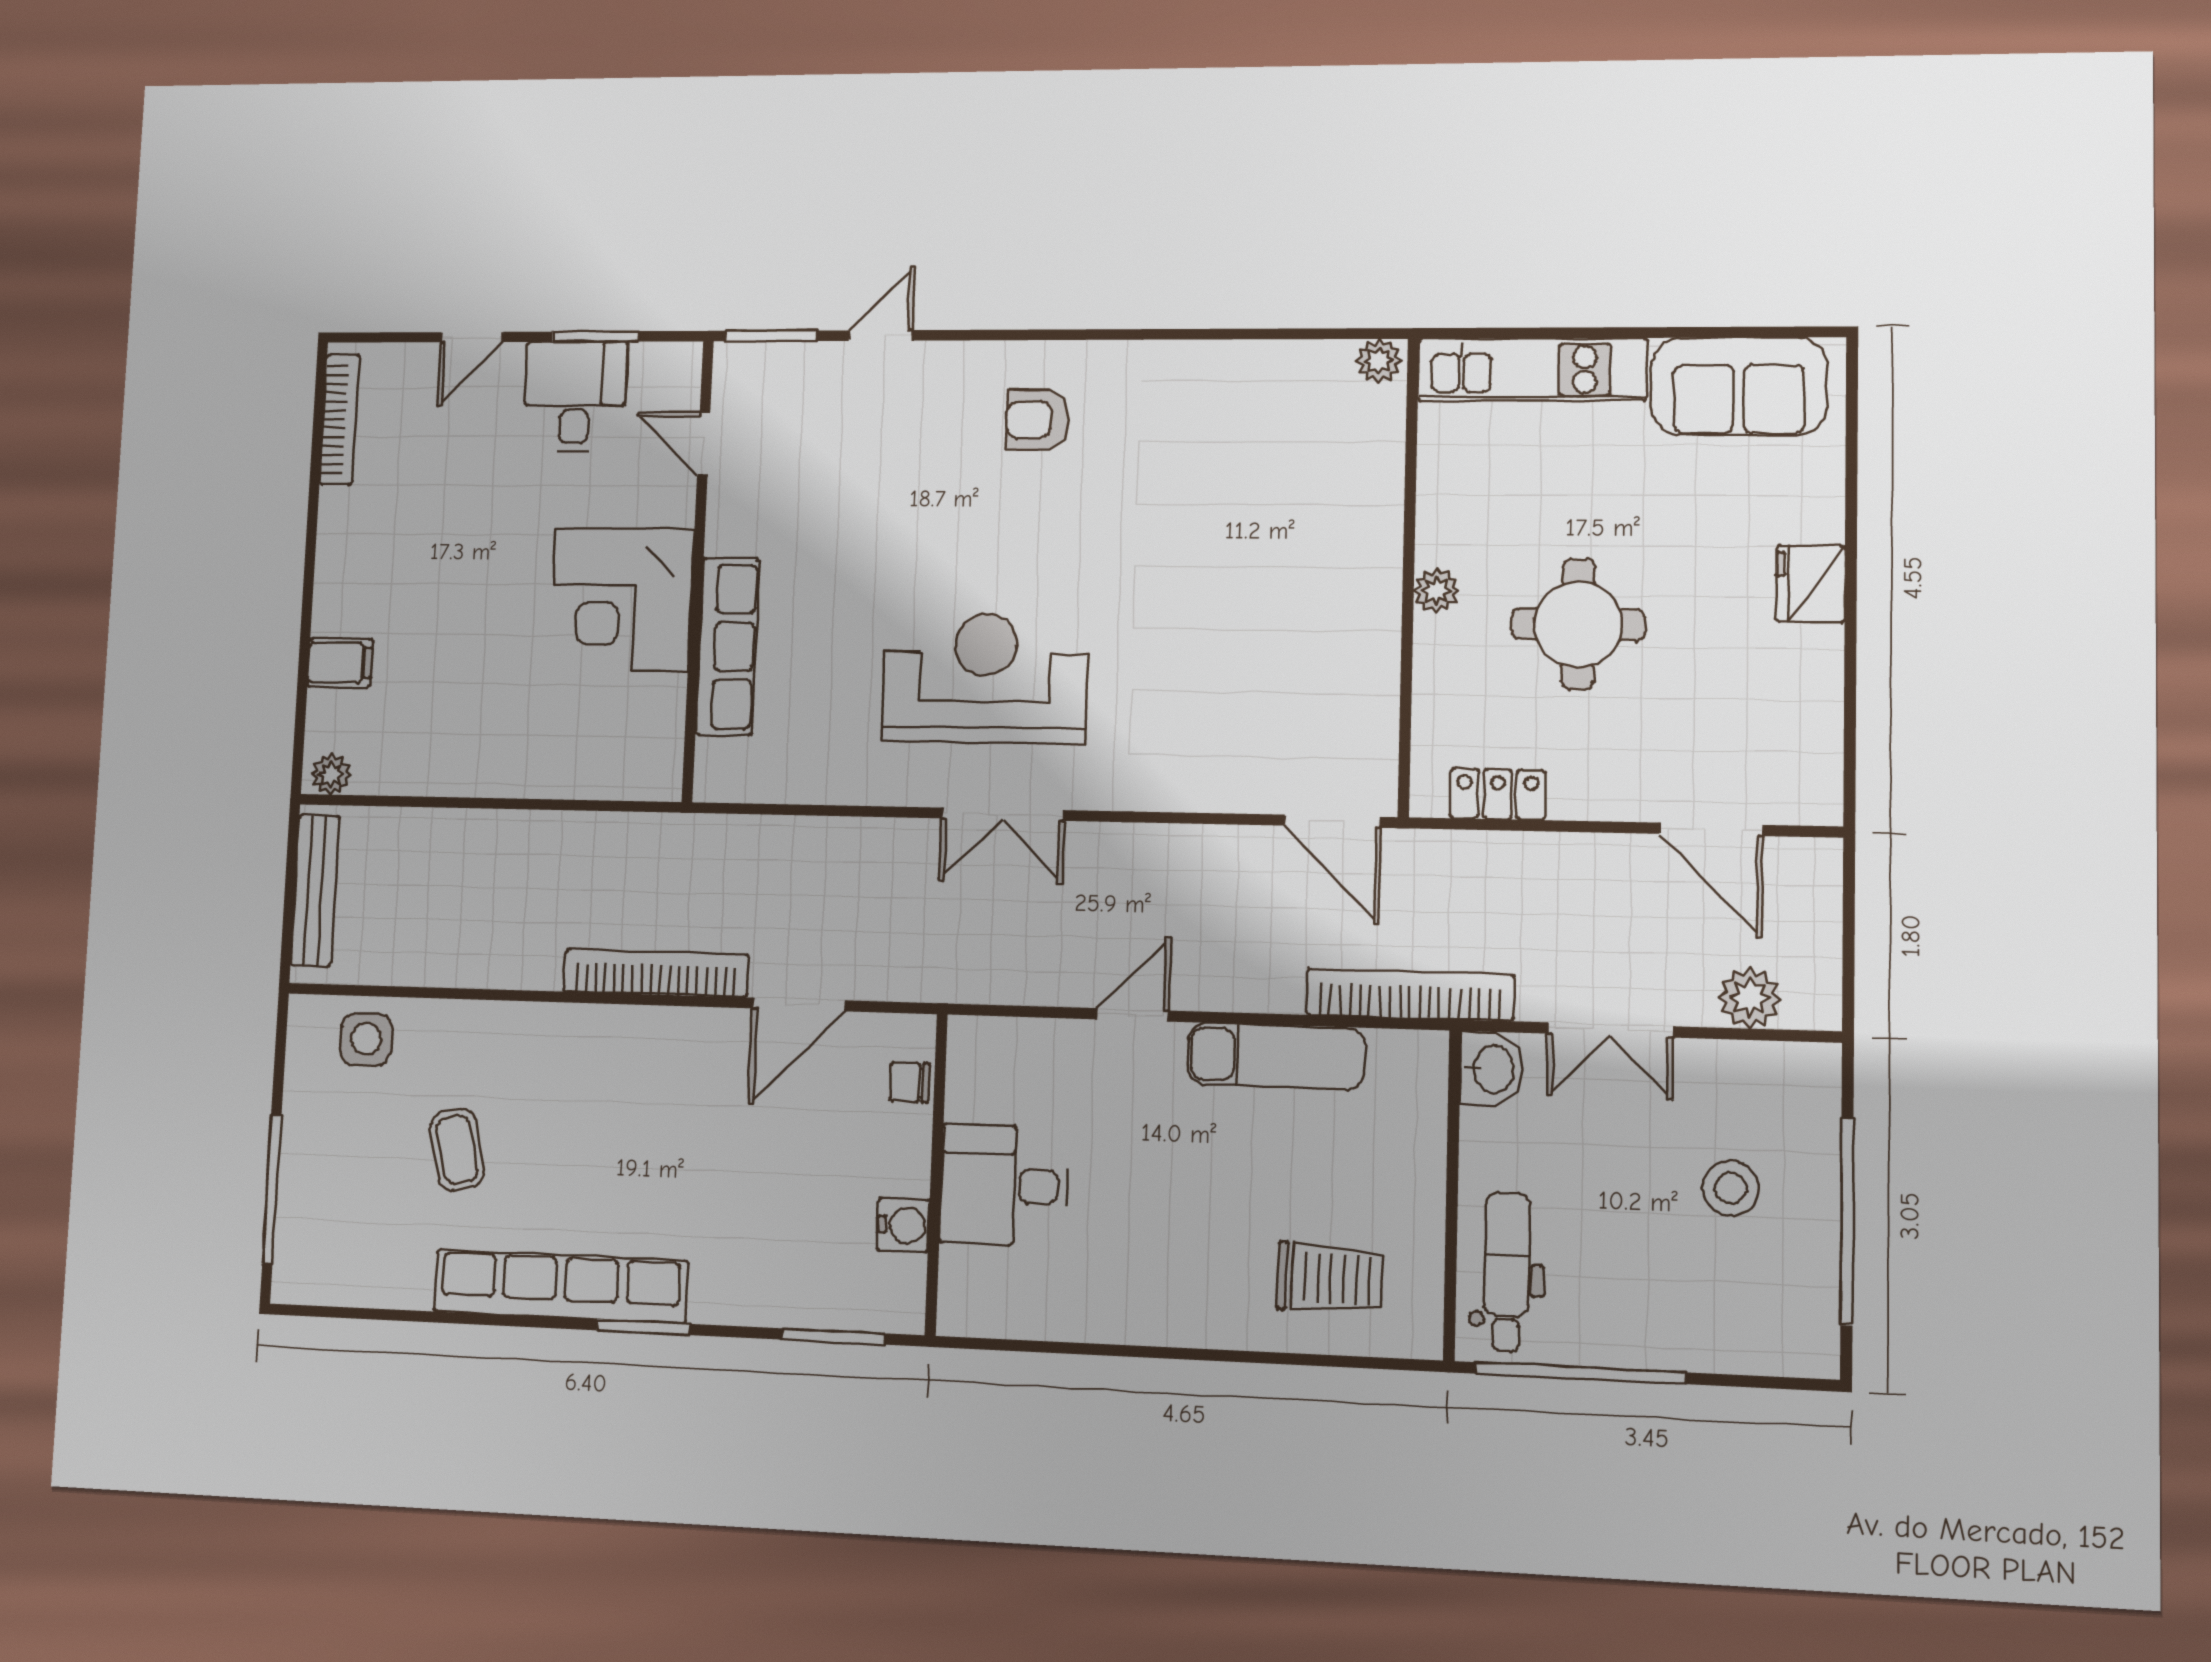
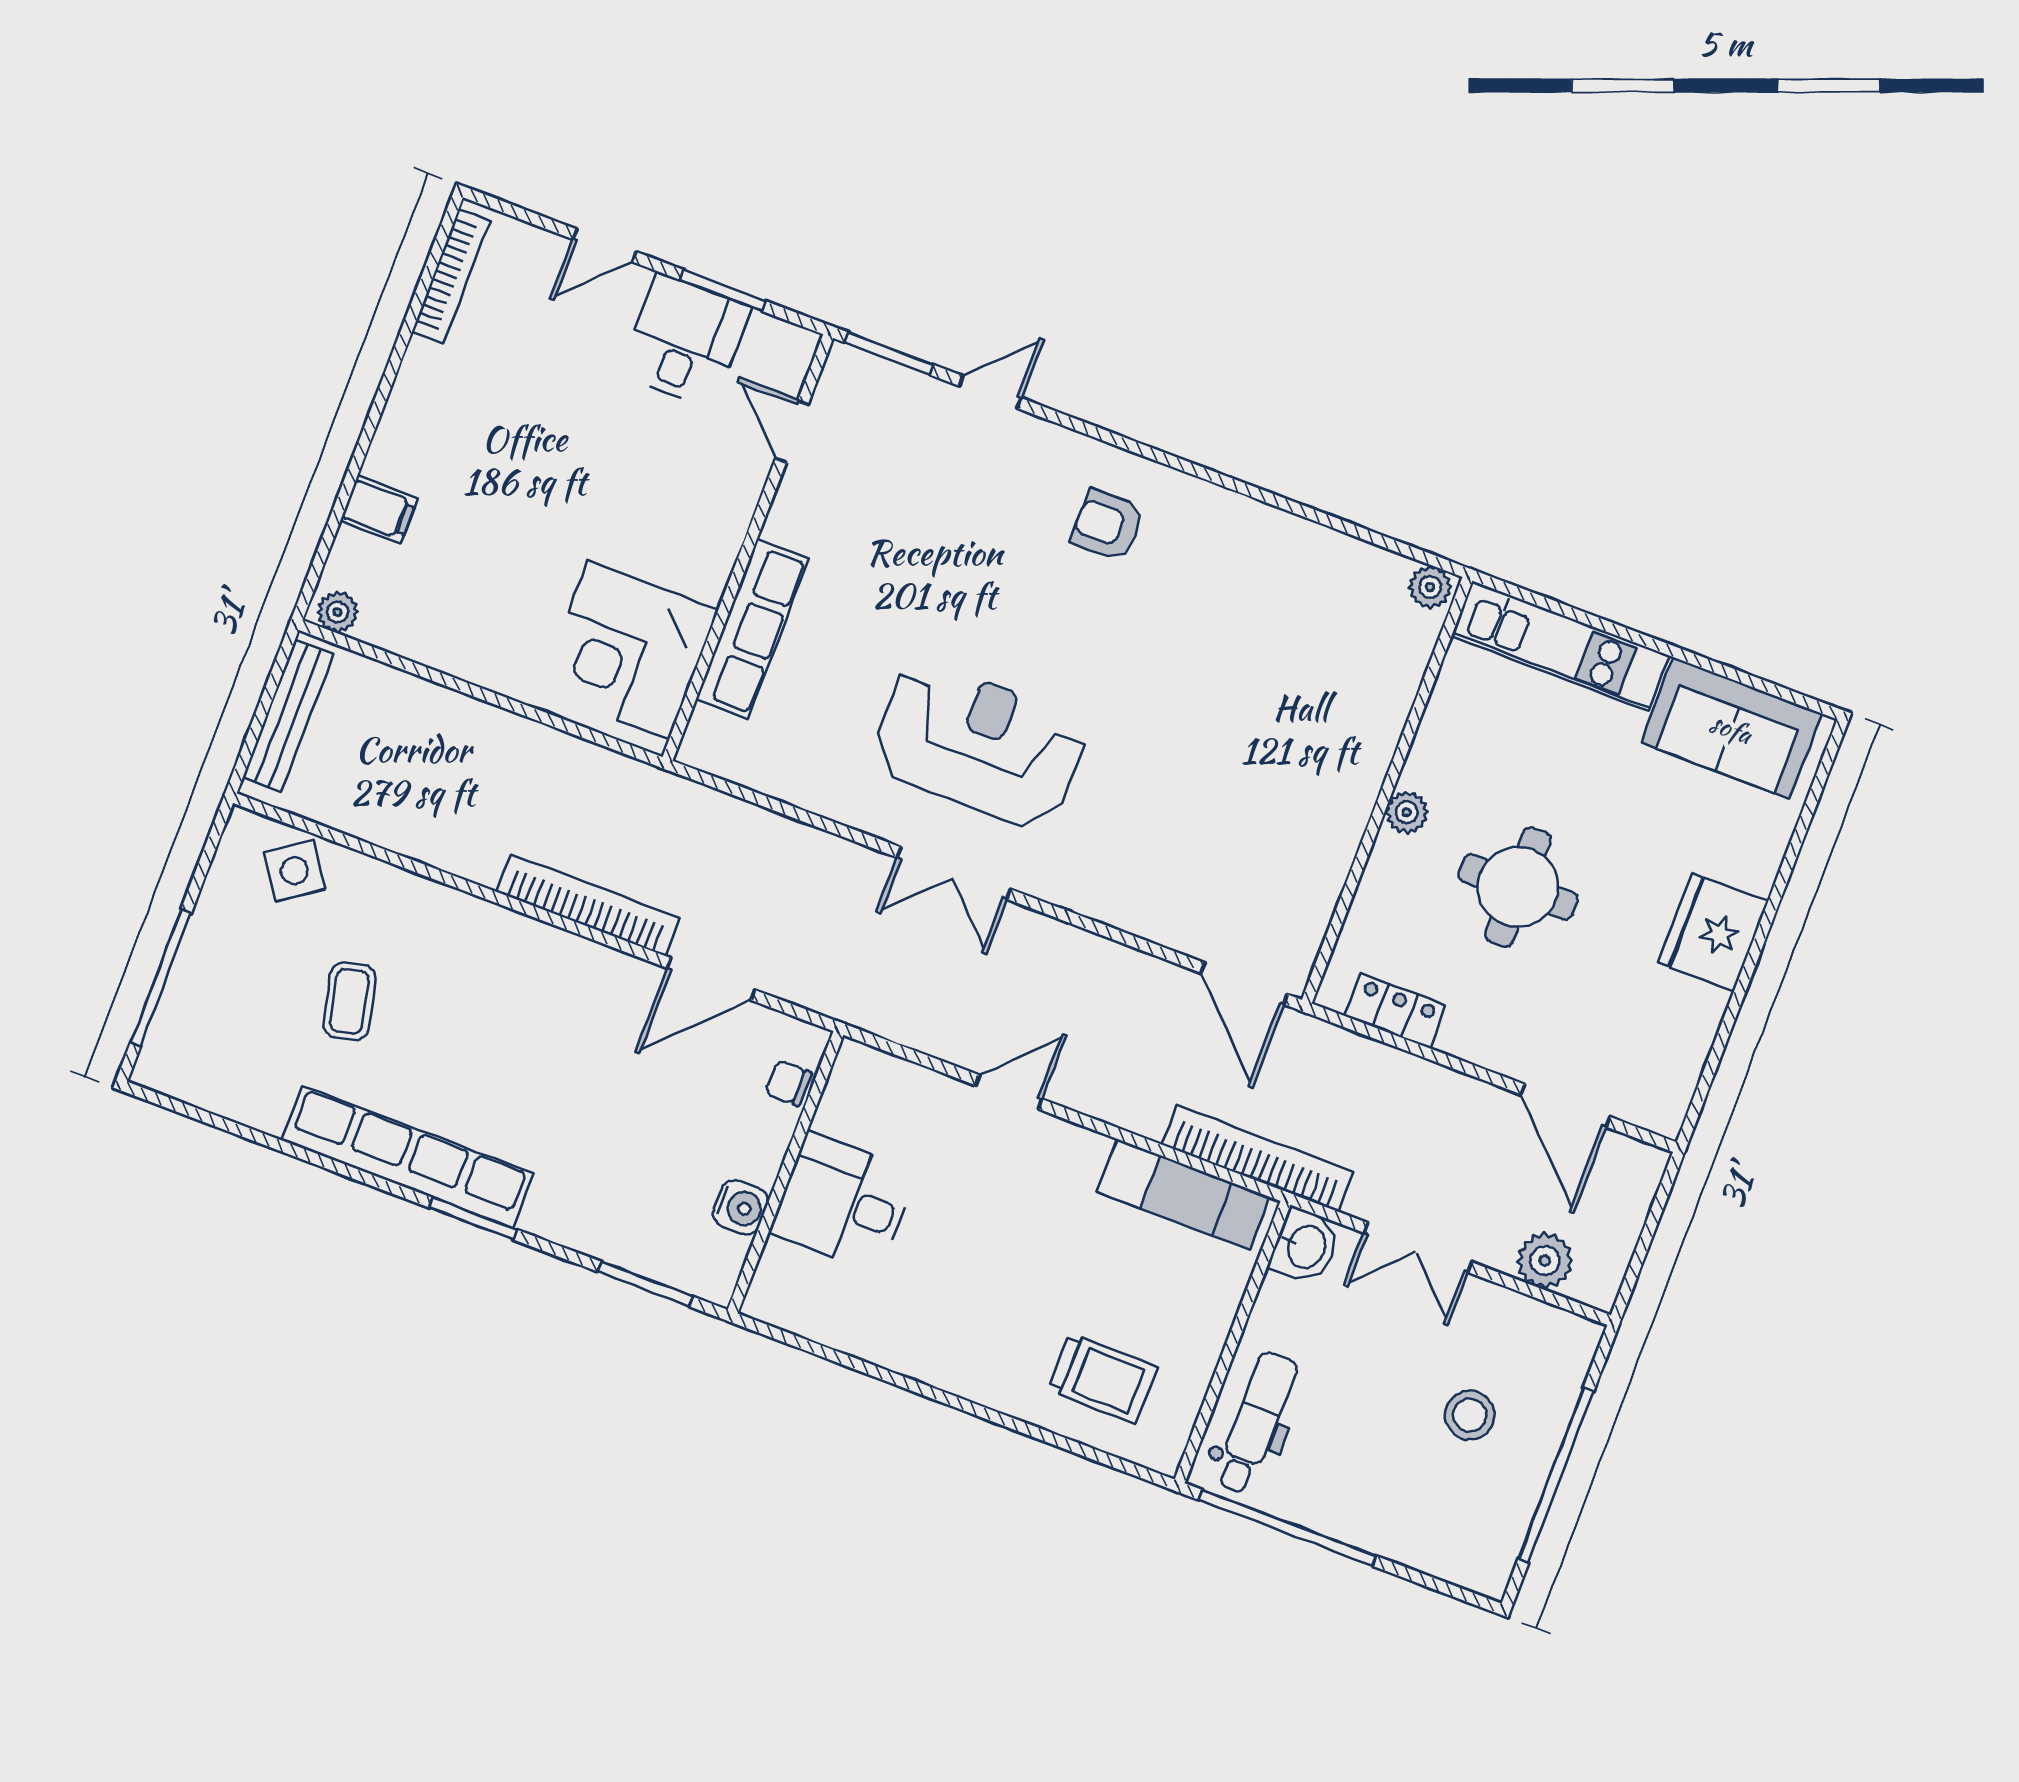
fridge: (1811, 584) -> (1713, 932), width x1.36, depth x1.34
corner desk: (622, 599) -> (629, 650), moved
side table: (366, 1039) -> (294, 871), turned -35
exam couch: (1276, 1056) -> (1183, 1195), moved

